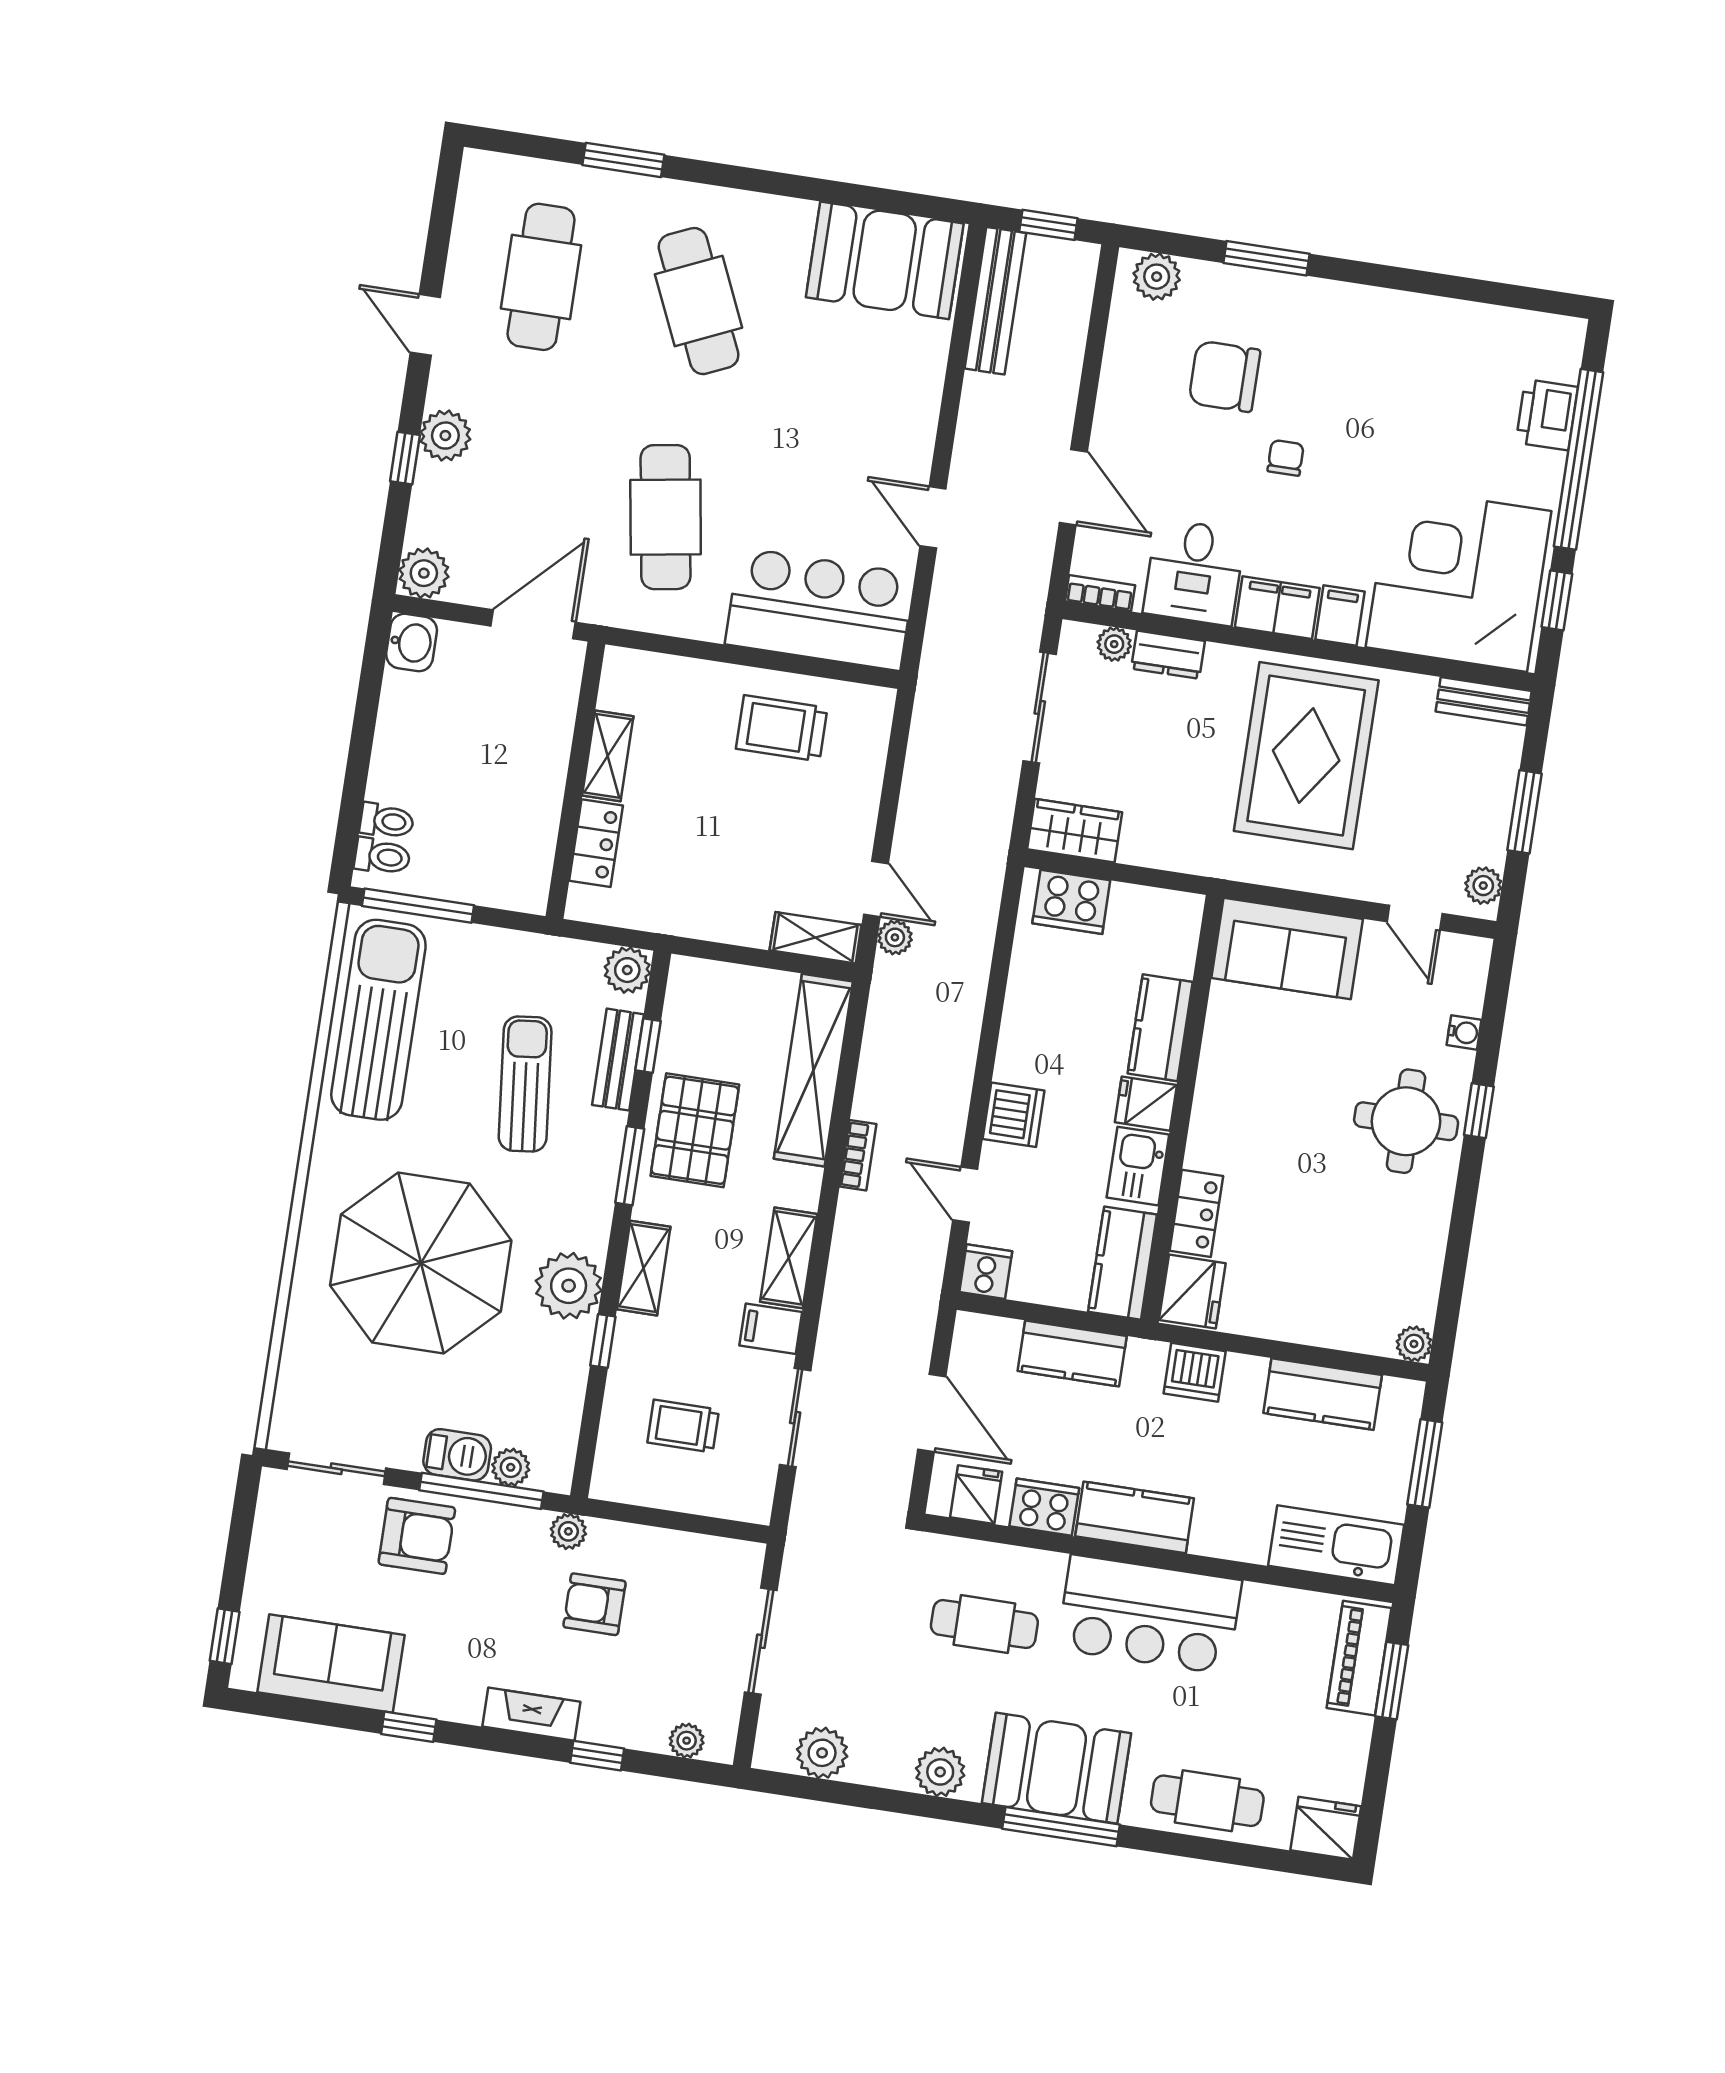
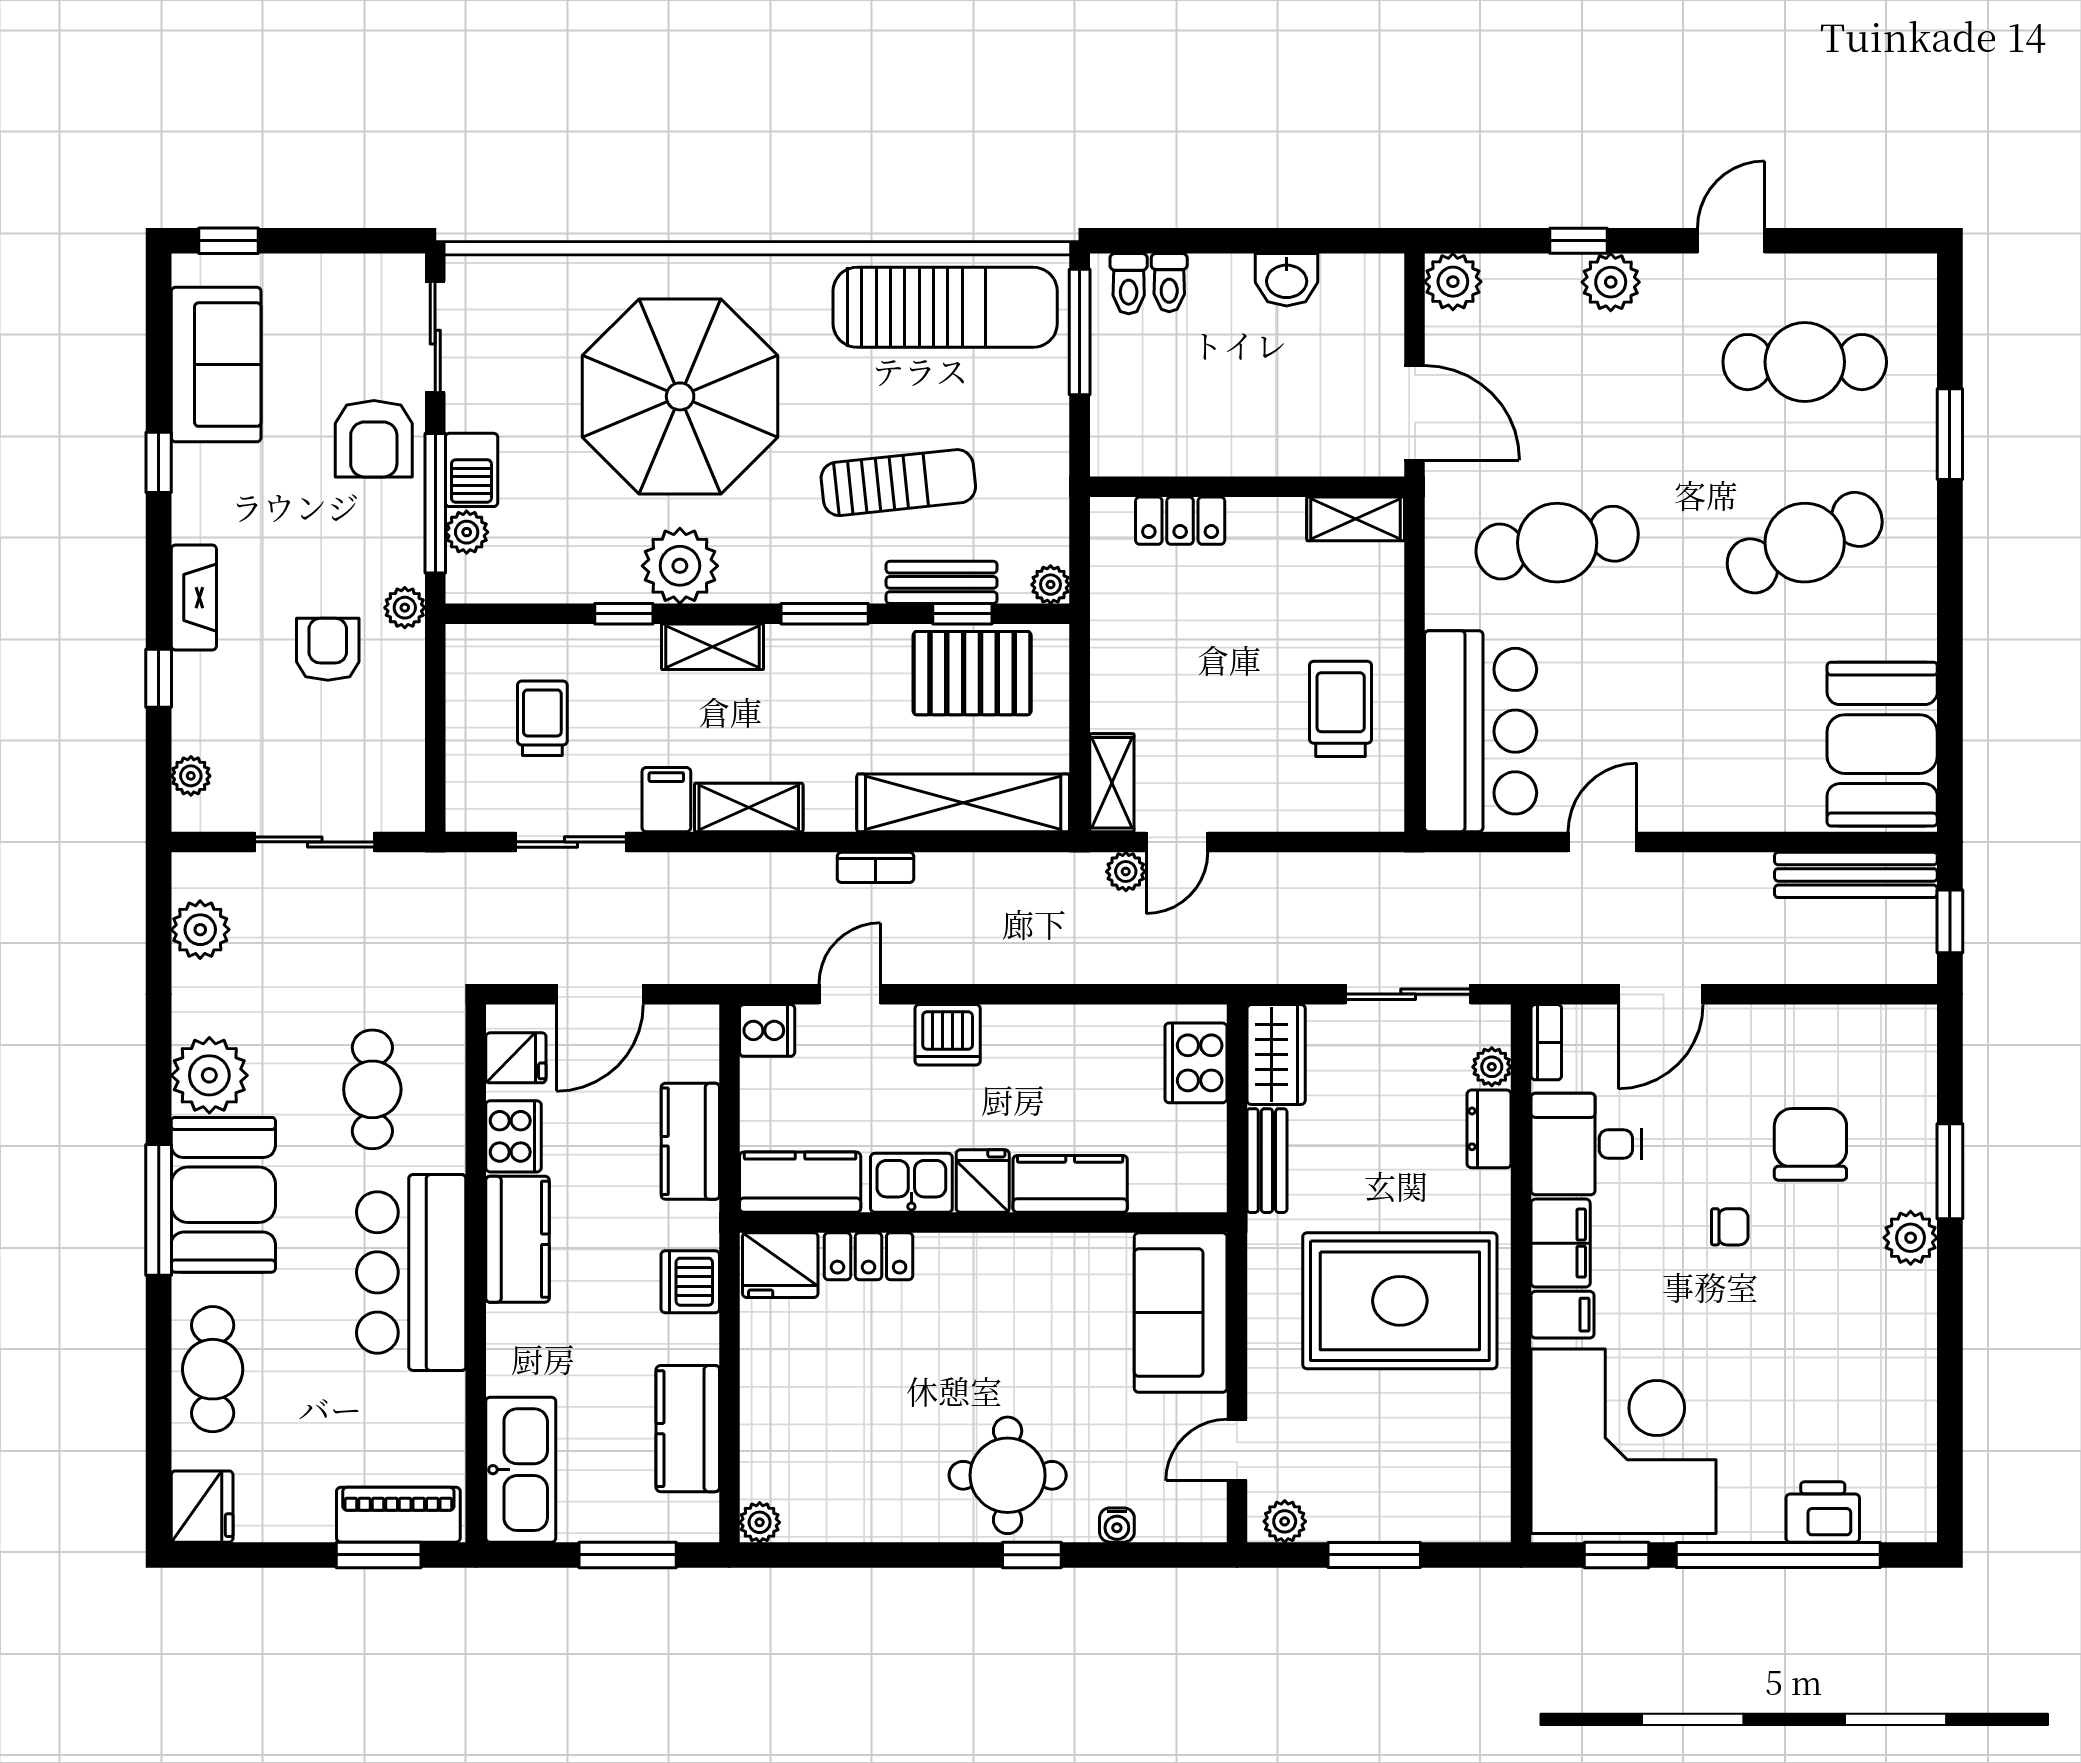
plant: (1157, 277) -> (1911, 1238), moved
washbasin: (412, 643) -> (1287, 280), moved
bench: (1484, 701) -> (1267, 1161), moved
shelving: (608, 756) -> (1356, 519), moved
plant: (627, 970) -> (1051, 585), width x0.73, depth x0.73
pallet: (695, 1130) -> (972, 673), moved
plant: (940, 1772) -> (209, 1075), width x1.36, depth x1.36

